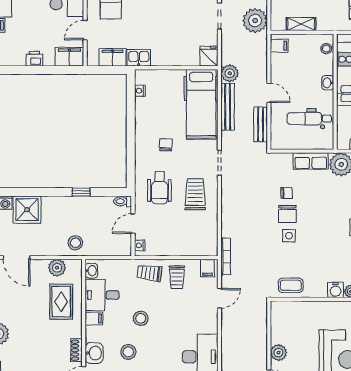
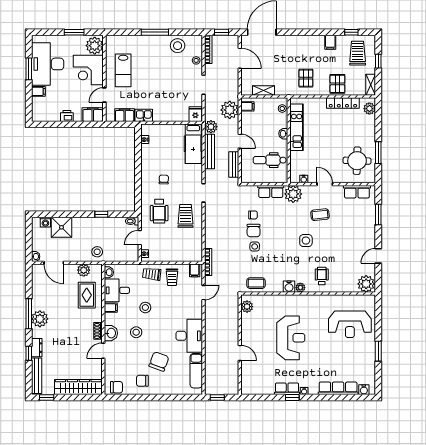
plant: (255, 21) -> (230, 110), moved
hospital bed: (201, 104) -> (193, 144), width x0.73, depth x0.78
plant: (279, 353) -> (247, 307), moved

